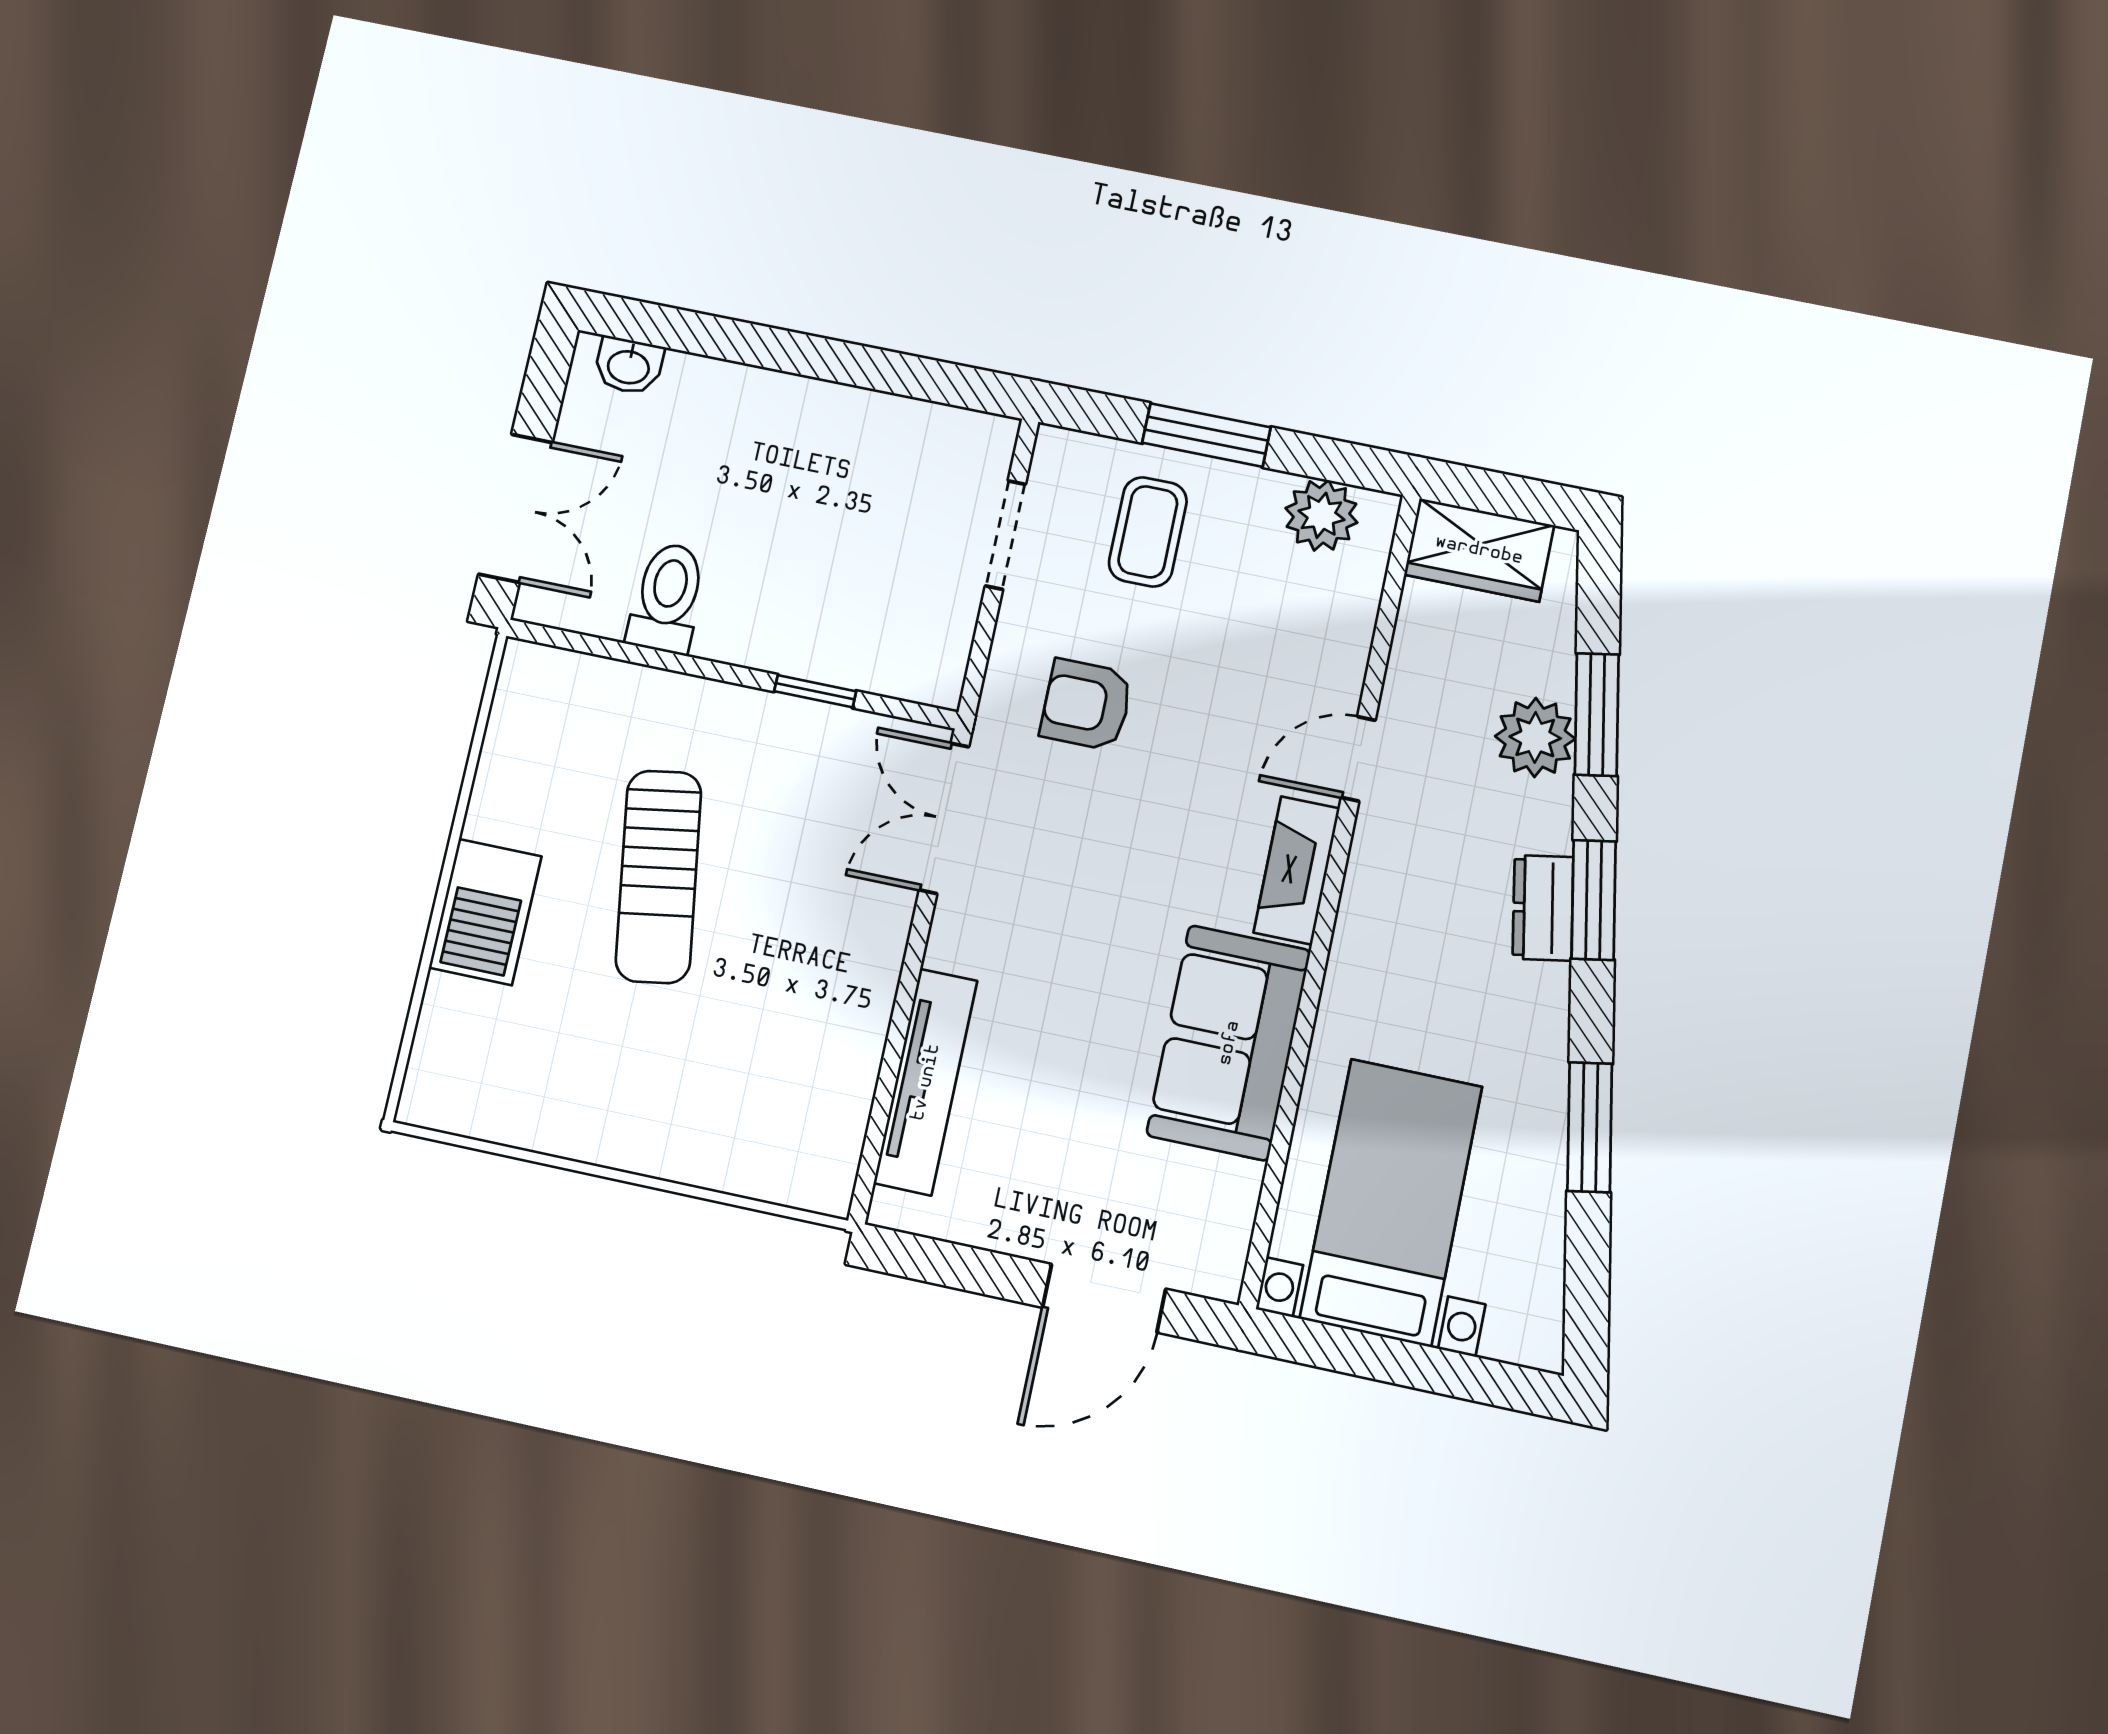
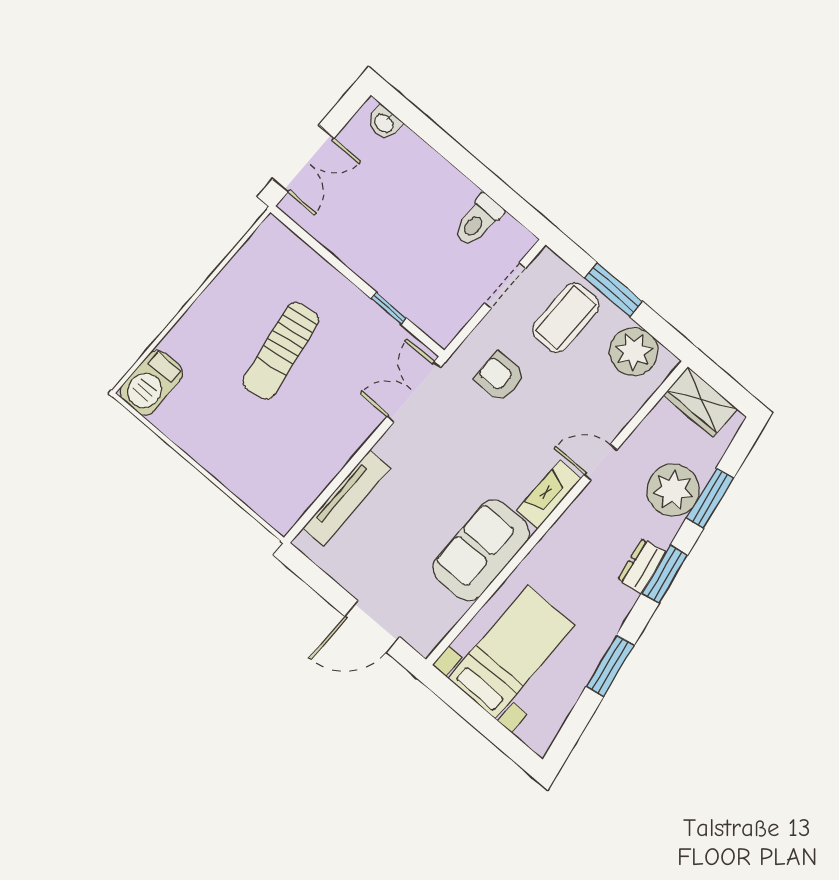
plant: (1321, 515) -> (634, 352), width x1.36, depth x1.36
coffee table: (1148, 532) -> (566, 318), width x1.36, depth x1.30
toilet: (667, 598) -> (478, 221), moved, turned 180
plant: (1535, 737) -> (673, 490), width x1.36, depth x1.36
barbecue: (485, 912) -> (151, 383), moved

